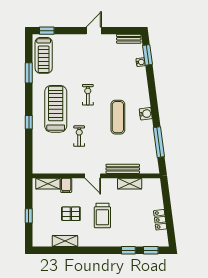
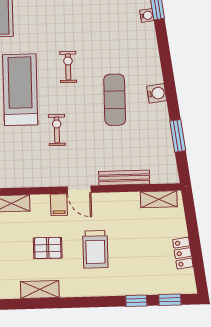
window: (159, 142) -> (178, 136), width x0.69
shelving: (130, 184) -> (159, 199), moved
filing cabinet: (66, 185) -> (59, 205), moved

